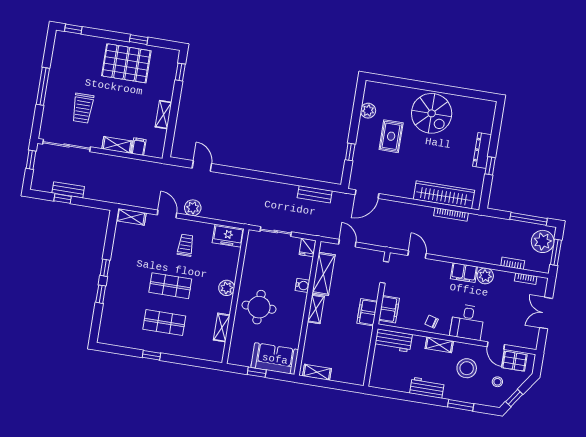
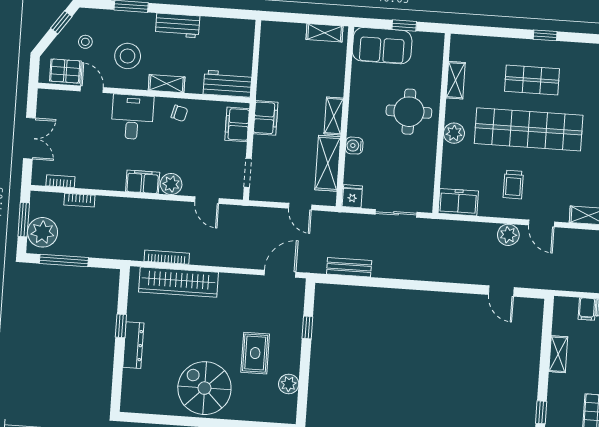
plant: (485, 276) -> (171, 184), moved
shop shelf: (170, 286) -> (529, 129), width x2.00, depth x1.36

